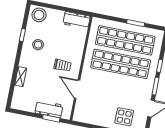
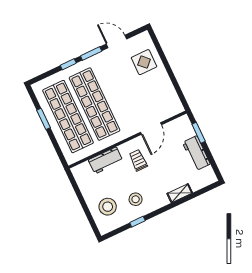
stool: (39, 15) -> (108, 207), moved
workbench: (76, 20) -> (106, 160), moved, turned 90
workbench: (49, 109) -> (196, 153), moved

